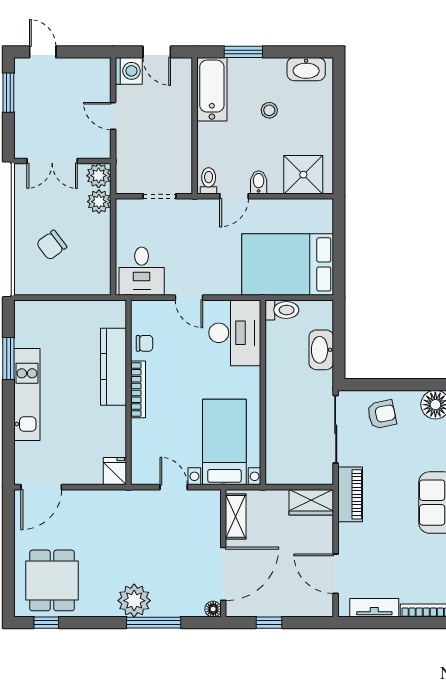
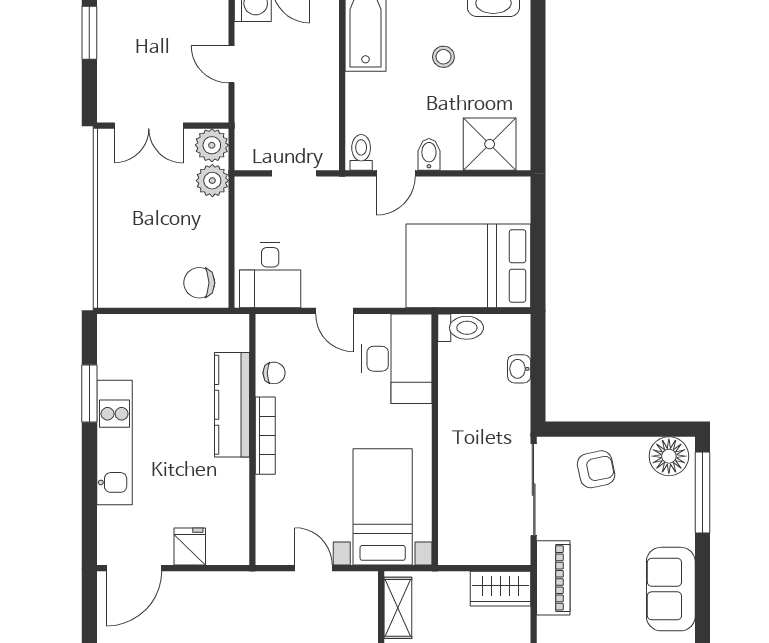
chair: (52, 245) -> (199, 283), moved, turned 37
washbasin: (321, 350) -> (519, 369), width x0.52, depth x0.69
fridge: (115, 471) -> (190, 547), moved

